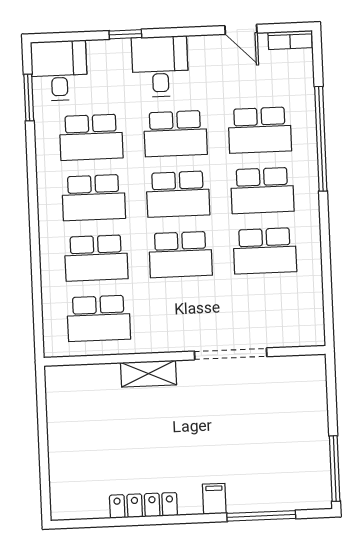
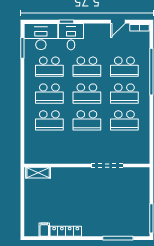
door: (241, 29) -> (118, 22), hinge flipped
desk: (160, 67) -> (71, 37), moved
desk: (59, 71) -> (41, 37), width x1.37
school desk: (99, 318) -> (49, 147), removed
shelving: (148, 374) -> (38, 173), moved
filing cabinet: (214, 499) -> (44, 230), moved

